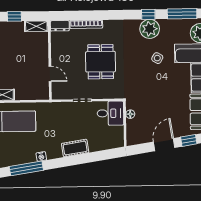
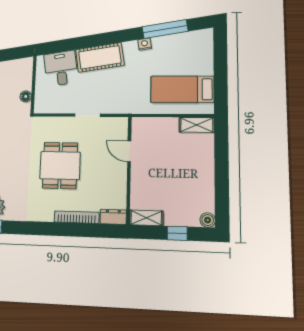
desk: (110, 113) -> (61, 68), moved, turned 81
cot: (75, 148) -> (100, 57), width x1.37, depth x1.34

